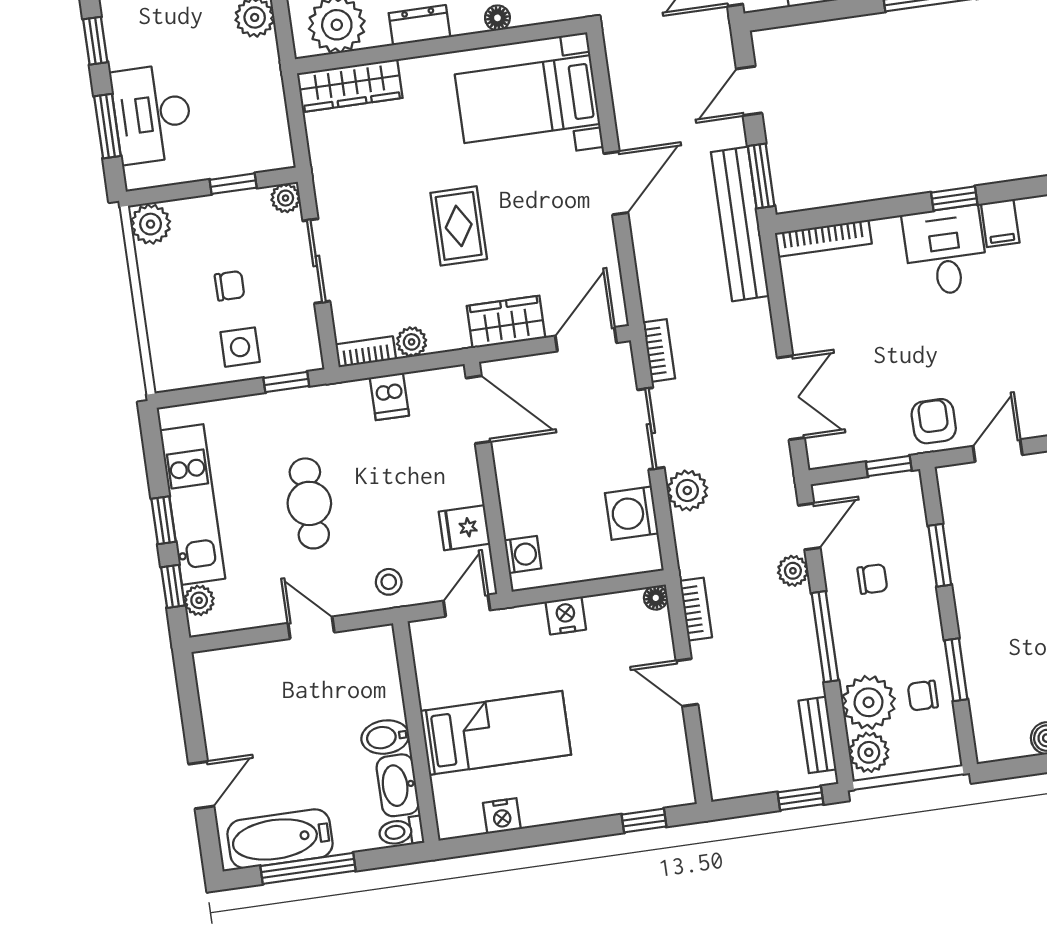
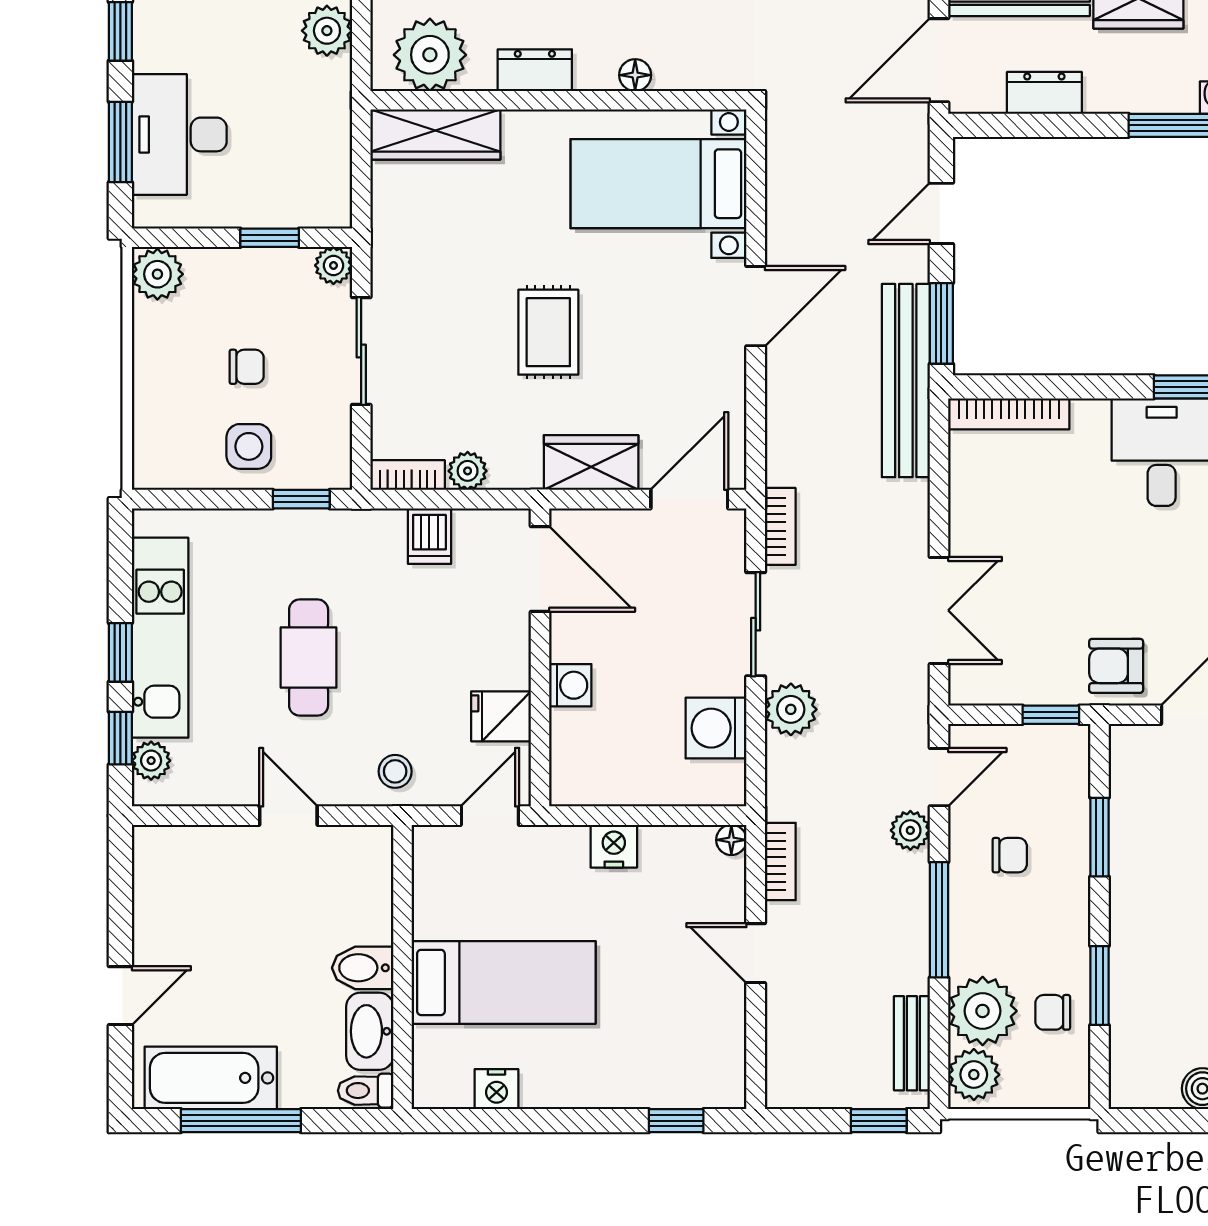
armchair: (934, 421) -> (1116, 666), turned -90
washing machine: (523, 554) -> (570, 685), moved

